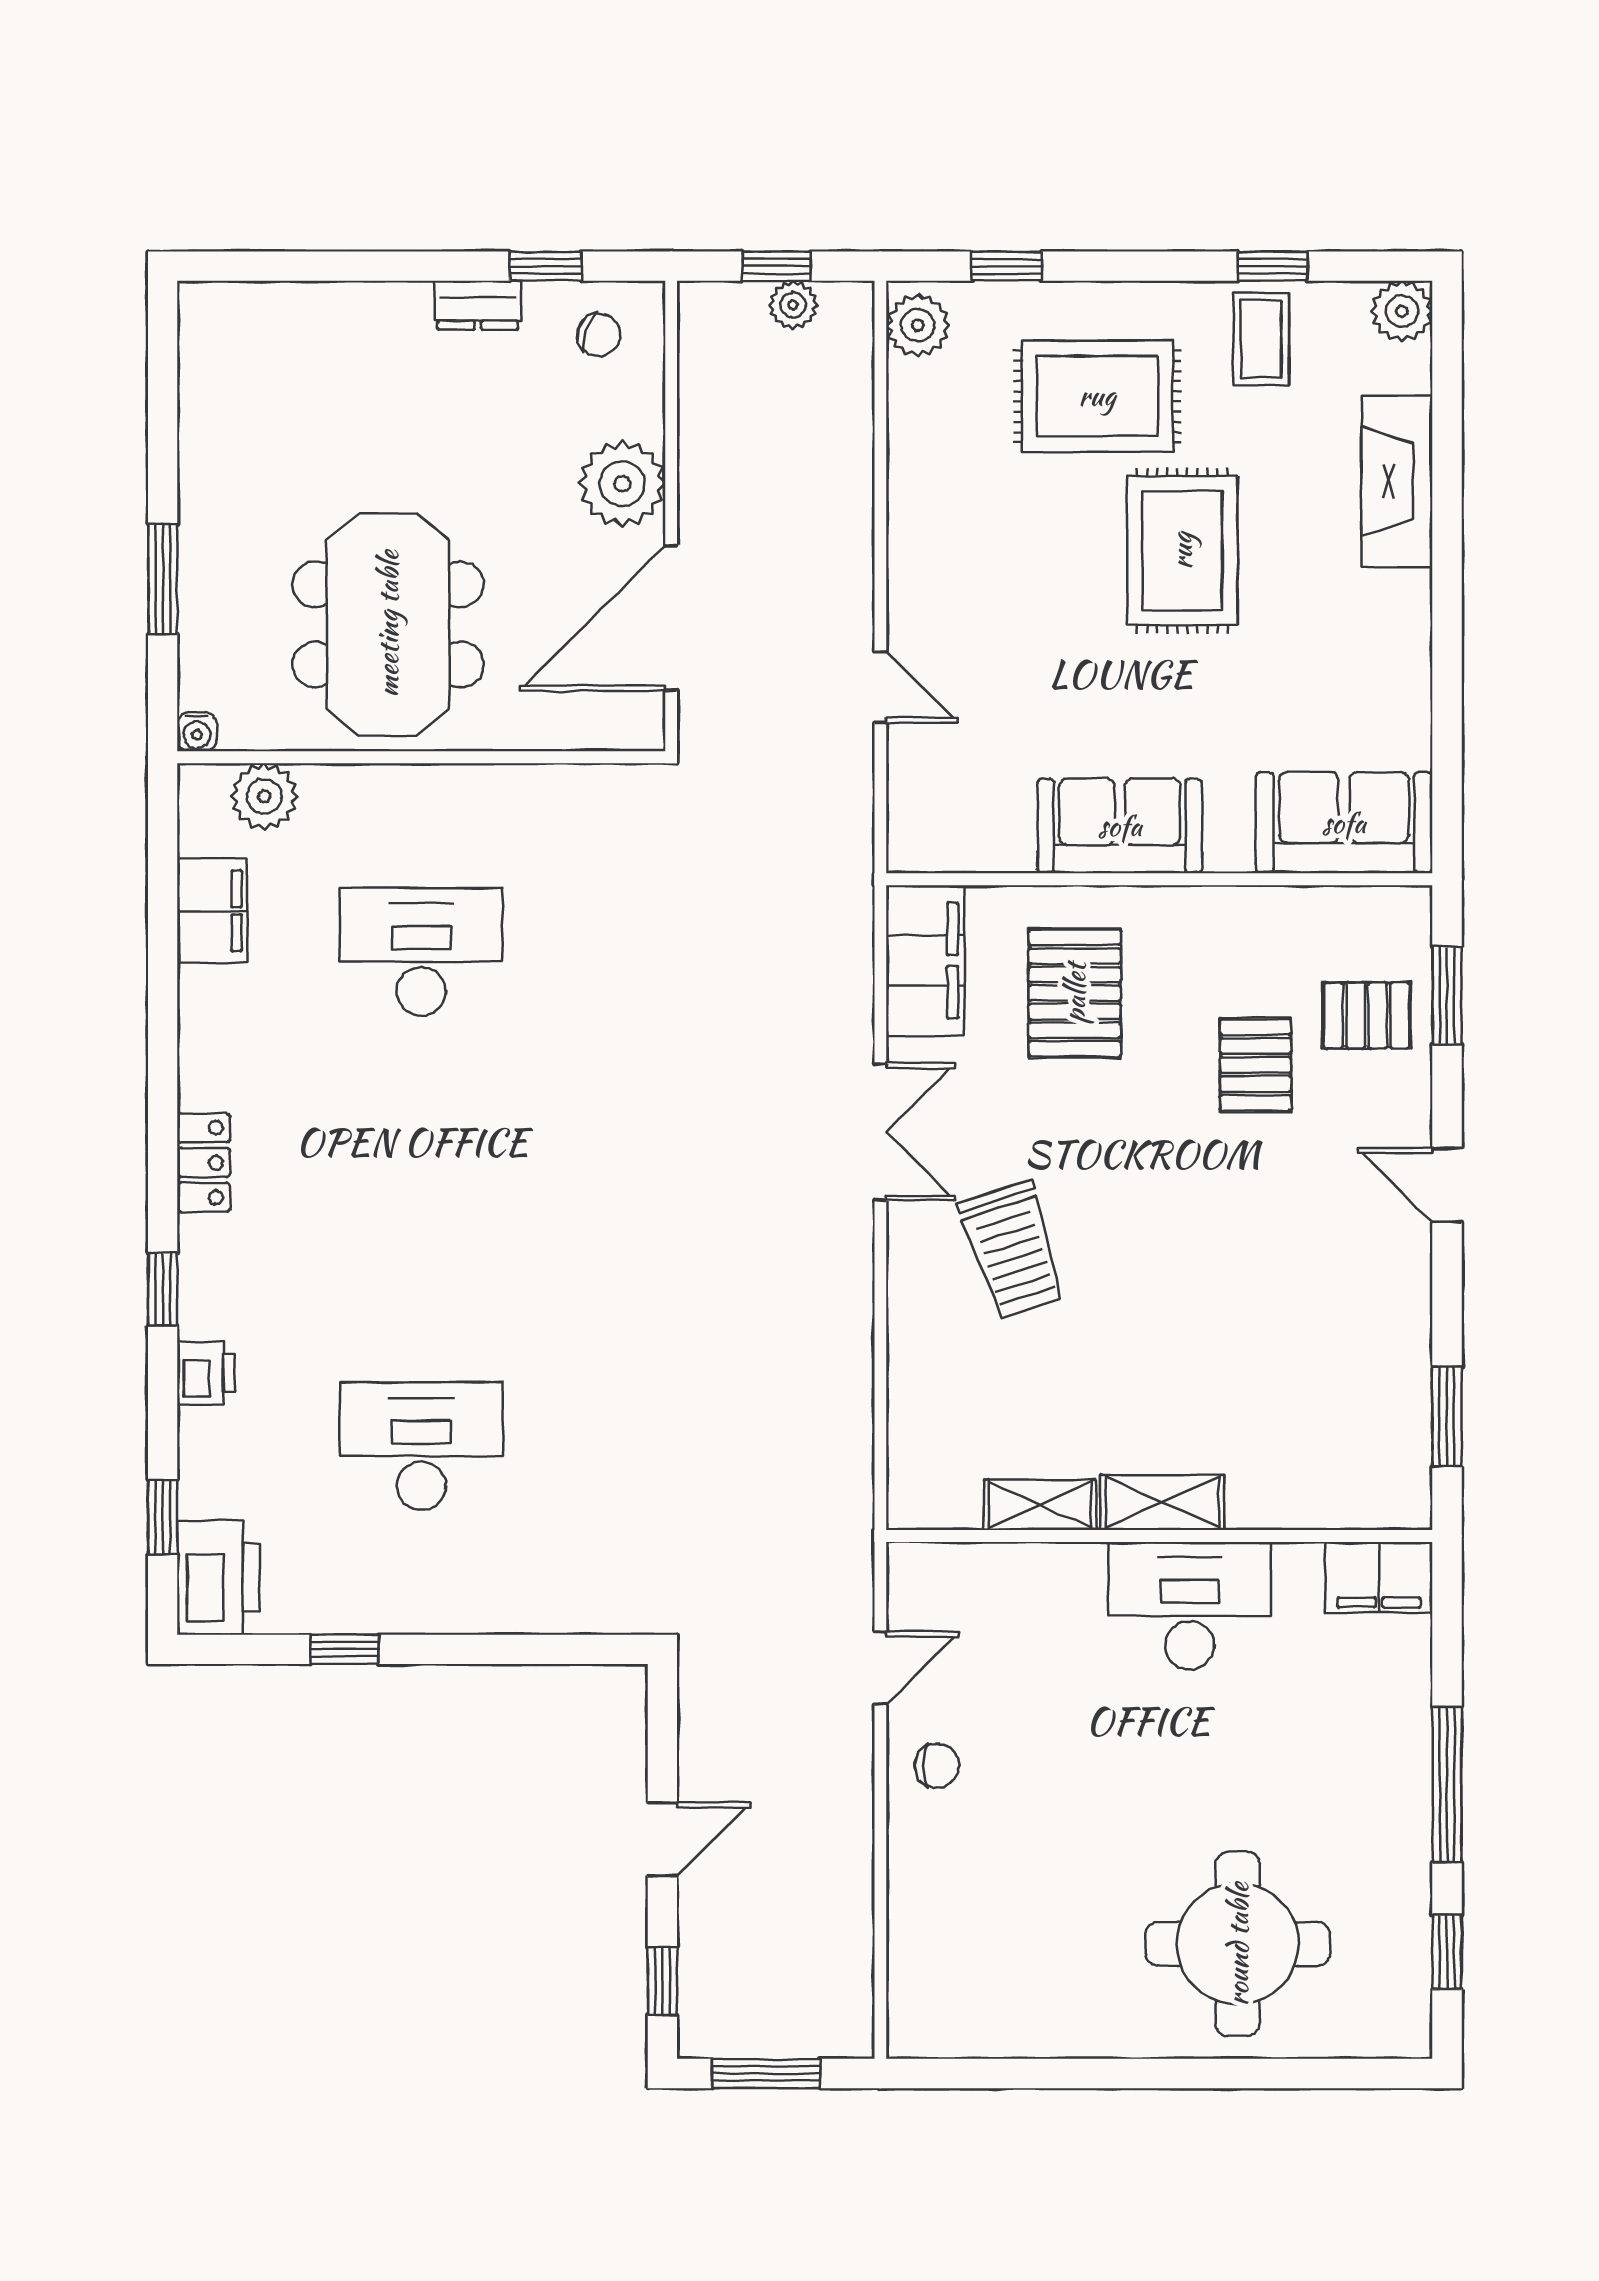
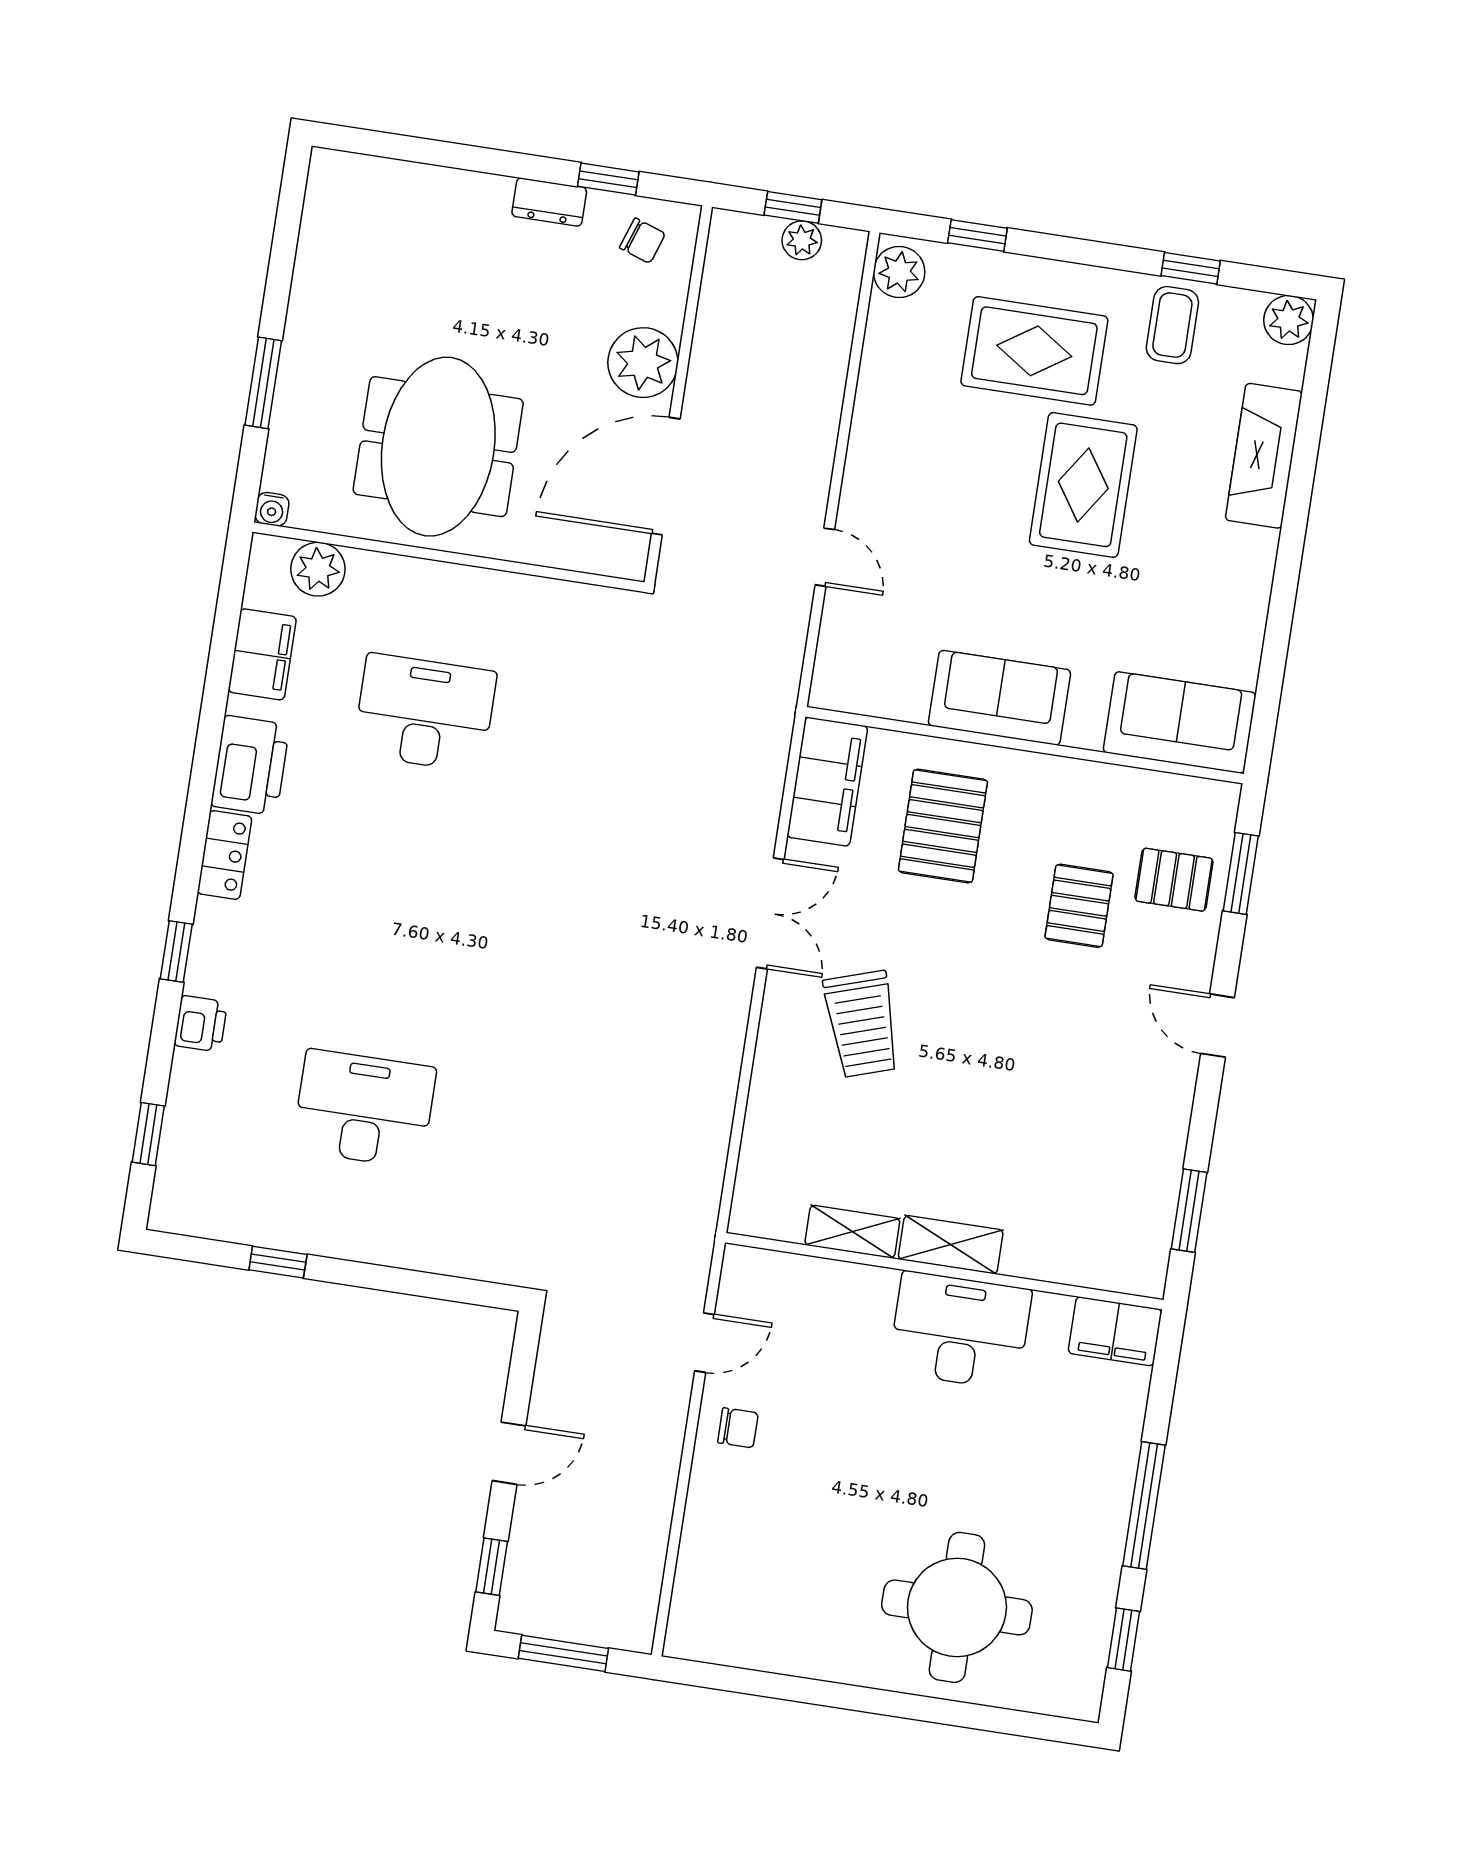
printer: (218, 1578) -> (250, 765), moved

